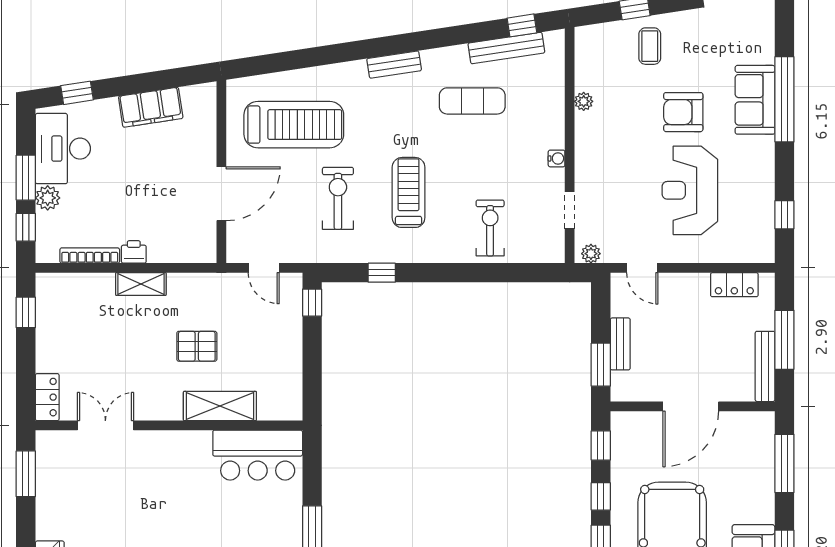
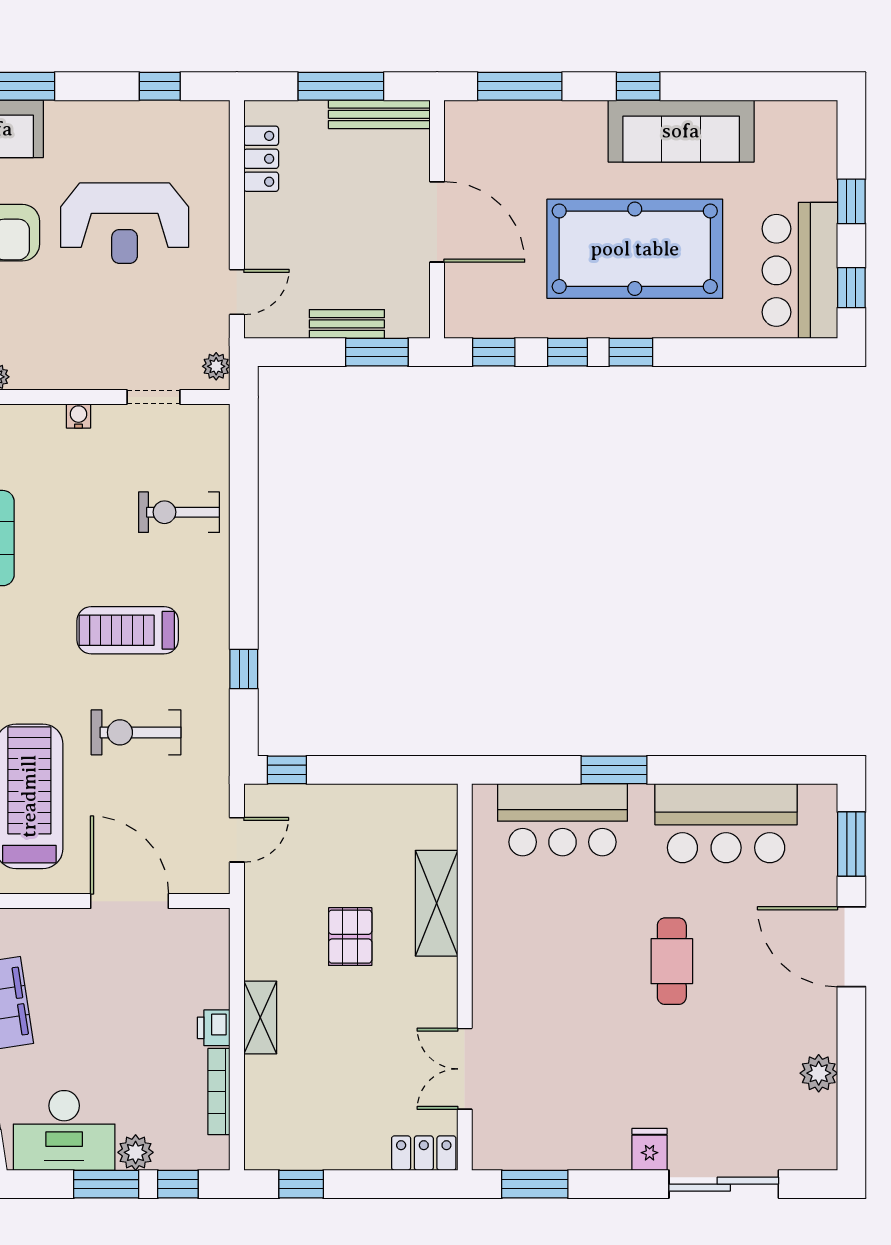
bar counter: (258, 455) -> (563, 820), moved, turned 90

